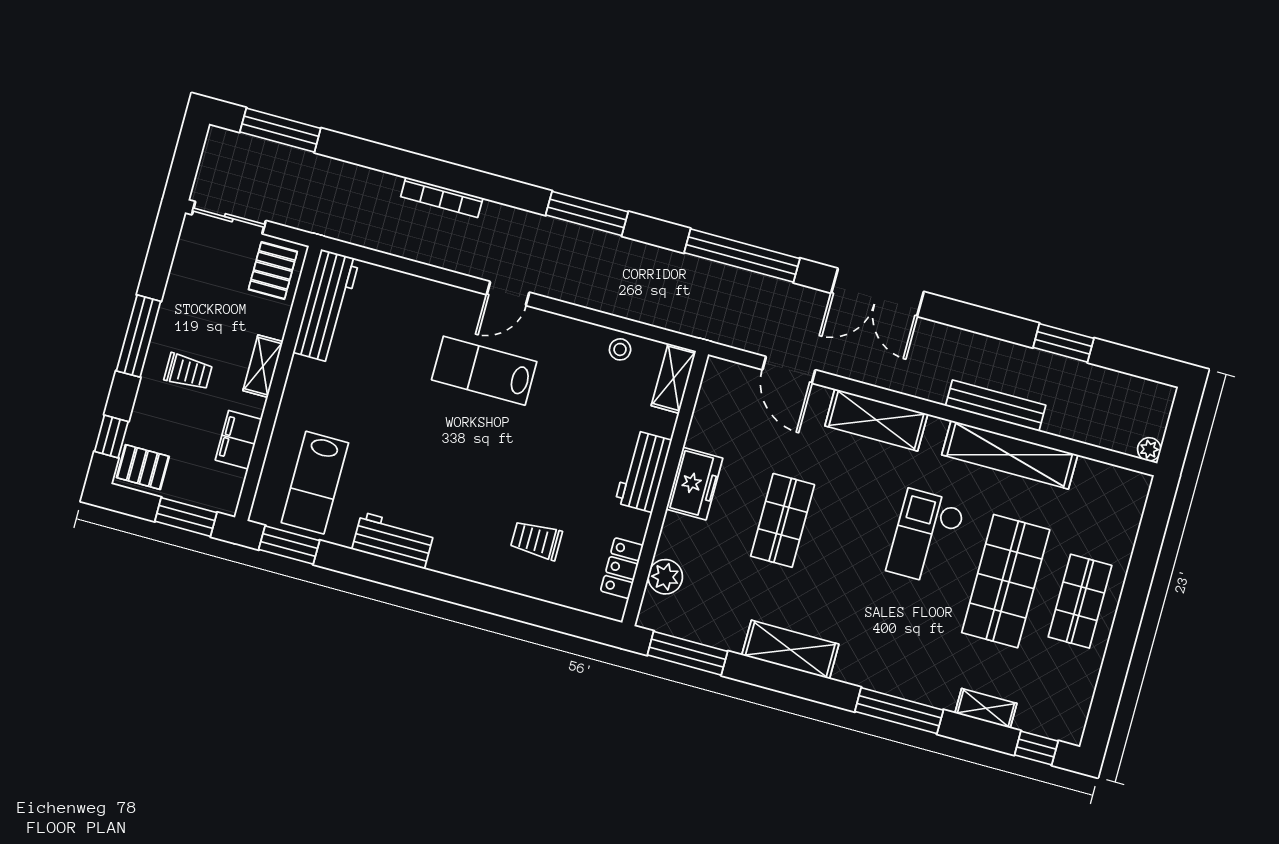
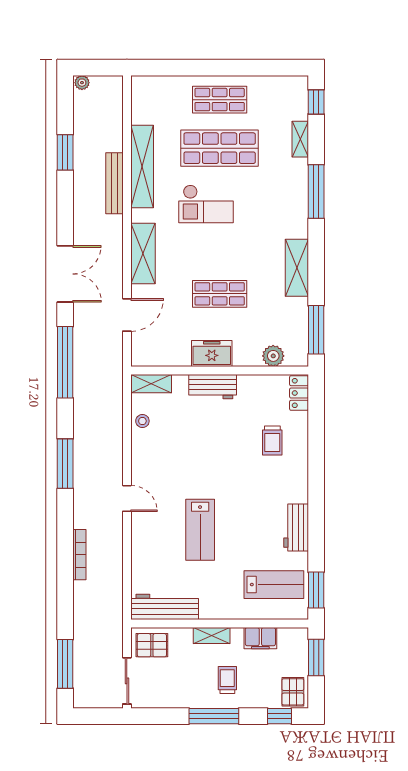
lab bench: (484, 371) -> (200, 530), moved
plant: (1149, 449) -> (82, 83), moved
locker: (622, 568) -> (299, 393), moved, turned 90

